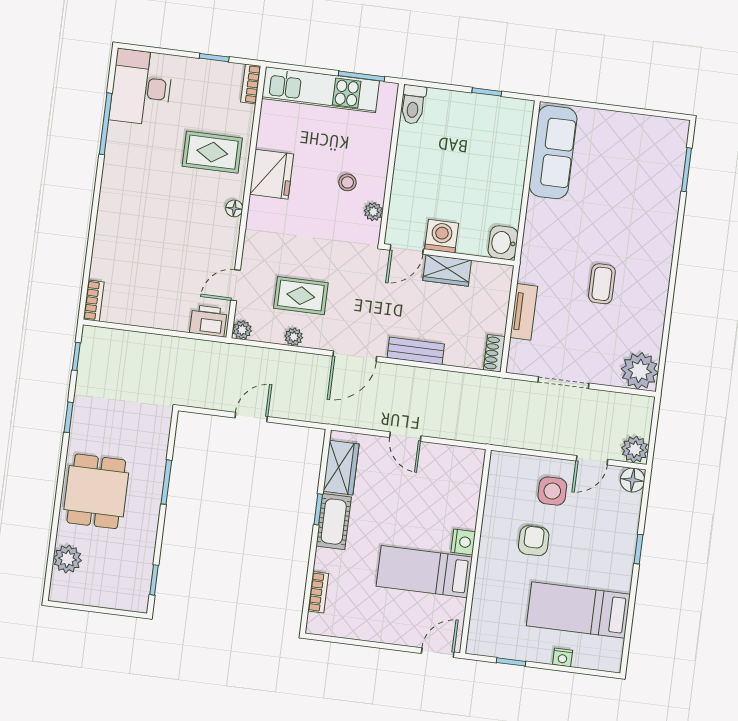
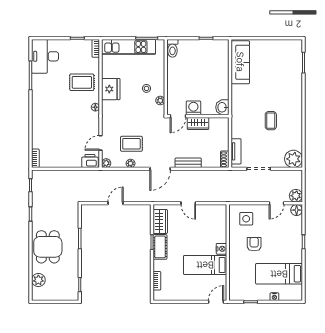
tv unit: (524, 312) -> (236, 151), moved
side table: (552, 491) -> (246, 219), moved

